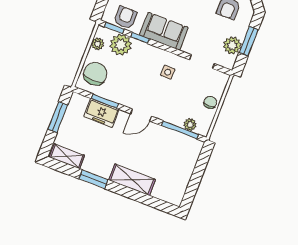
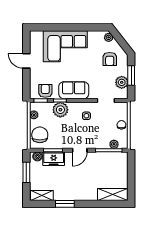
plant: (121, 45) -> (60, 110), moved
boiler: (81, 102) -> (37, 156), added
shelving: (132, 180) -> (113, 194), moved

